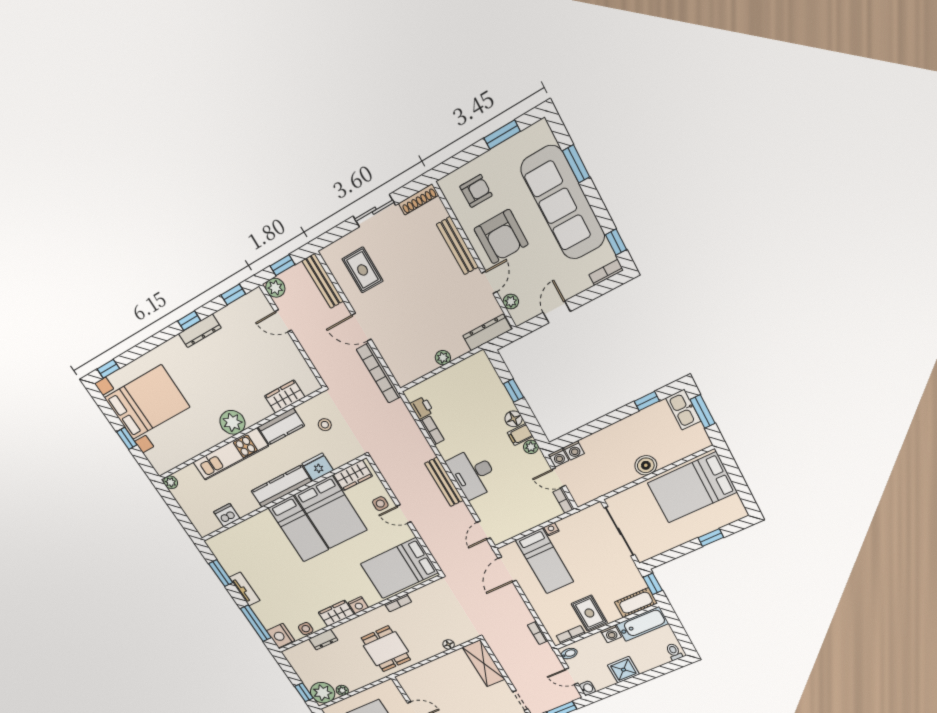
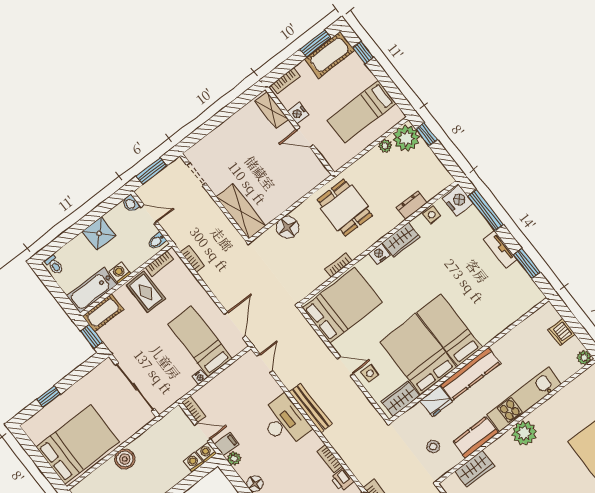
filing cabinet: (520, 435) -> (227, 444), moved
dishwasher: (227, 515) -> (561, 332), moved, turned 90
floor lamp: (449, 644) -> (288, 227), width x1.89, depth x1.89

